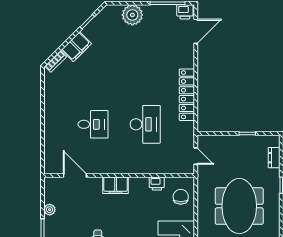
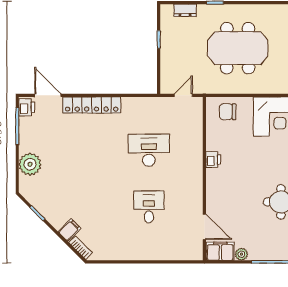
filing cabinet: (76, 47) -> (69, 230), width x0.50
locker: (187, 95) -> (92, 105), moved
door: (75, 175) -> (204, 227), swing flipped
printer: (157, 184) -> (213, 160), moved
filing cabinet: (116, 185) -> (220, 251), moved, turned -90

